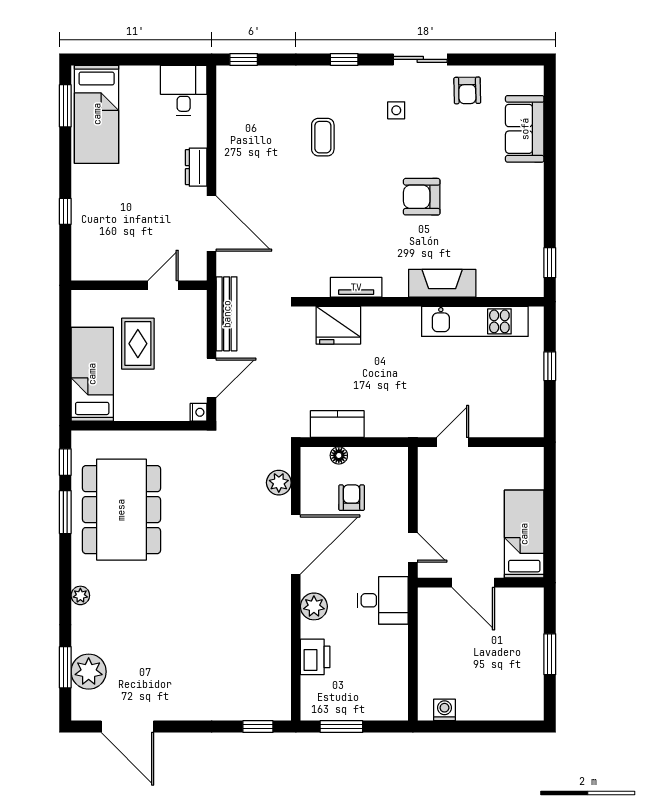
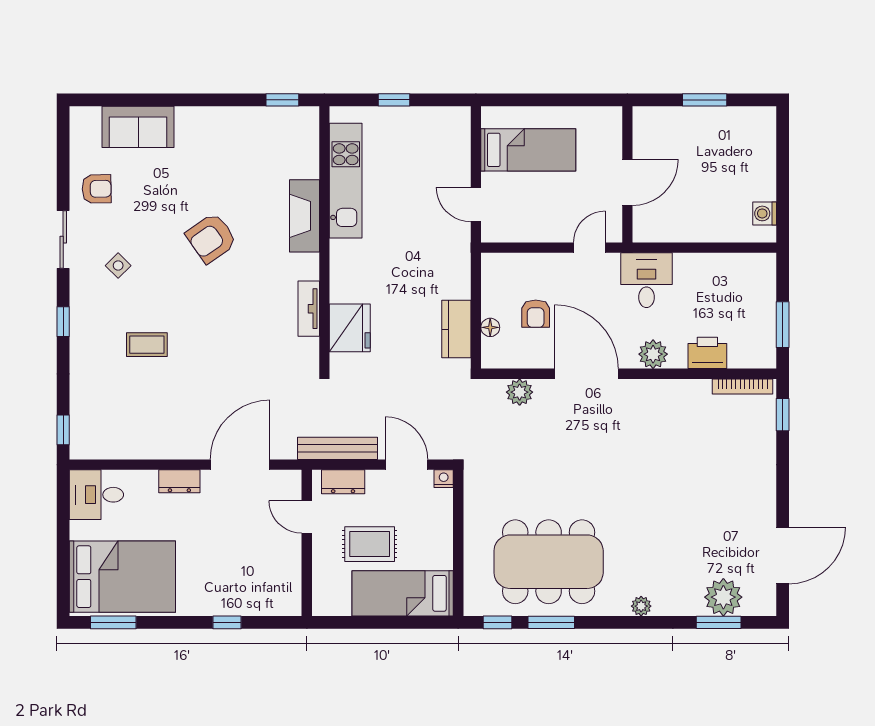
side table: (396, 110) -> (118, 266), turned 45
bed: (97, 114) -> (122, 577), width x1.50
armchair: (422, 197) -> (211, 238), turned 55
dresser: (196, 319) -> (343, 482), added
armchair: (352, 498) -> (536, 314), turned -90
bed: (524, 534) -> (528, 150), moved, turned 180
bookcase: (284, 689) -> (743, 387), added

